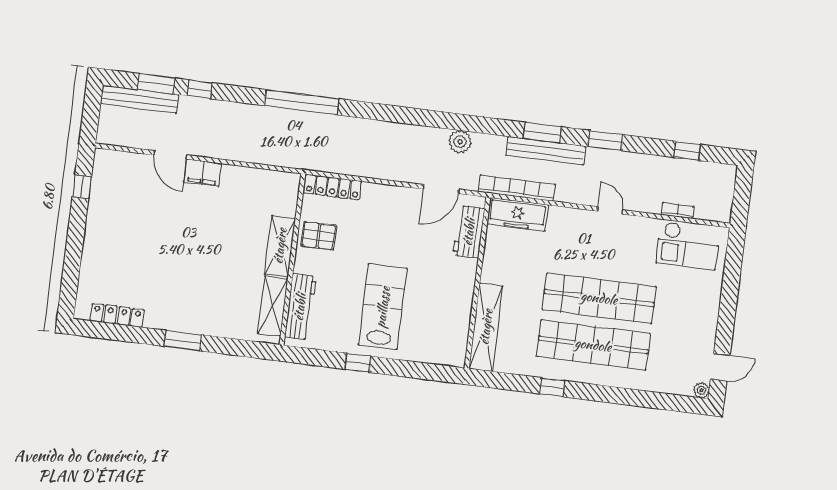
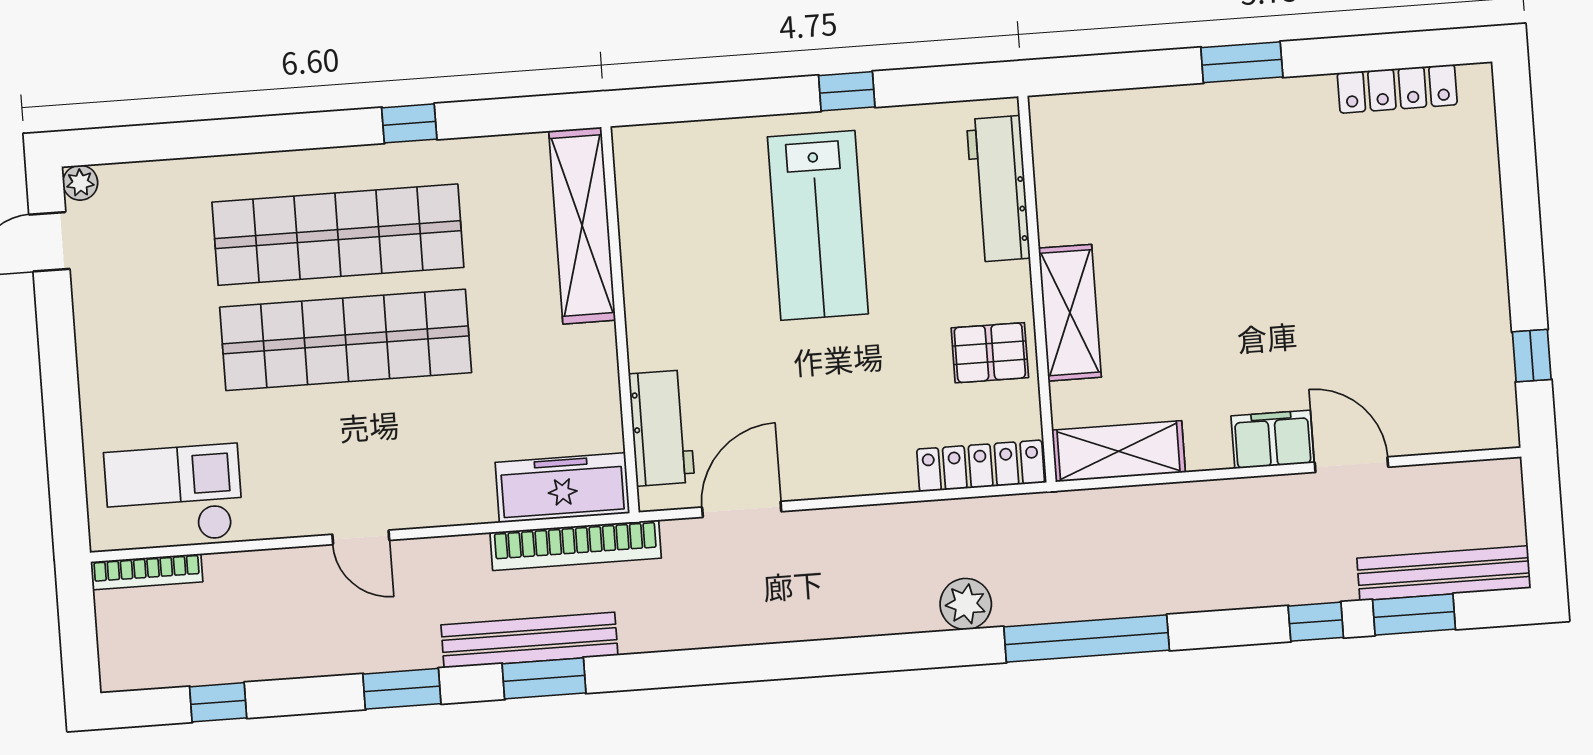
plant: (460, 142) -> (966, 604), moved
bookcase: (677, 211) -> (147, 572), moved, width x1.56
shelving: (273, 306) -> (1119, 451), moved, turned 90

